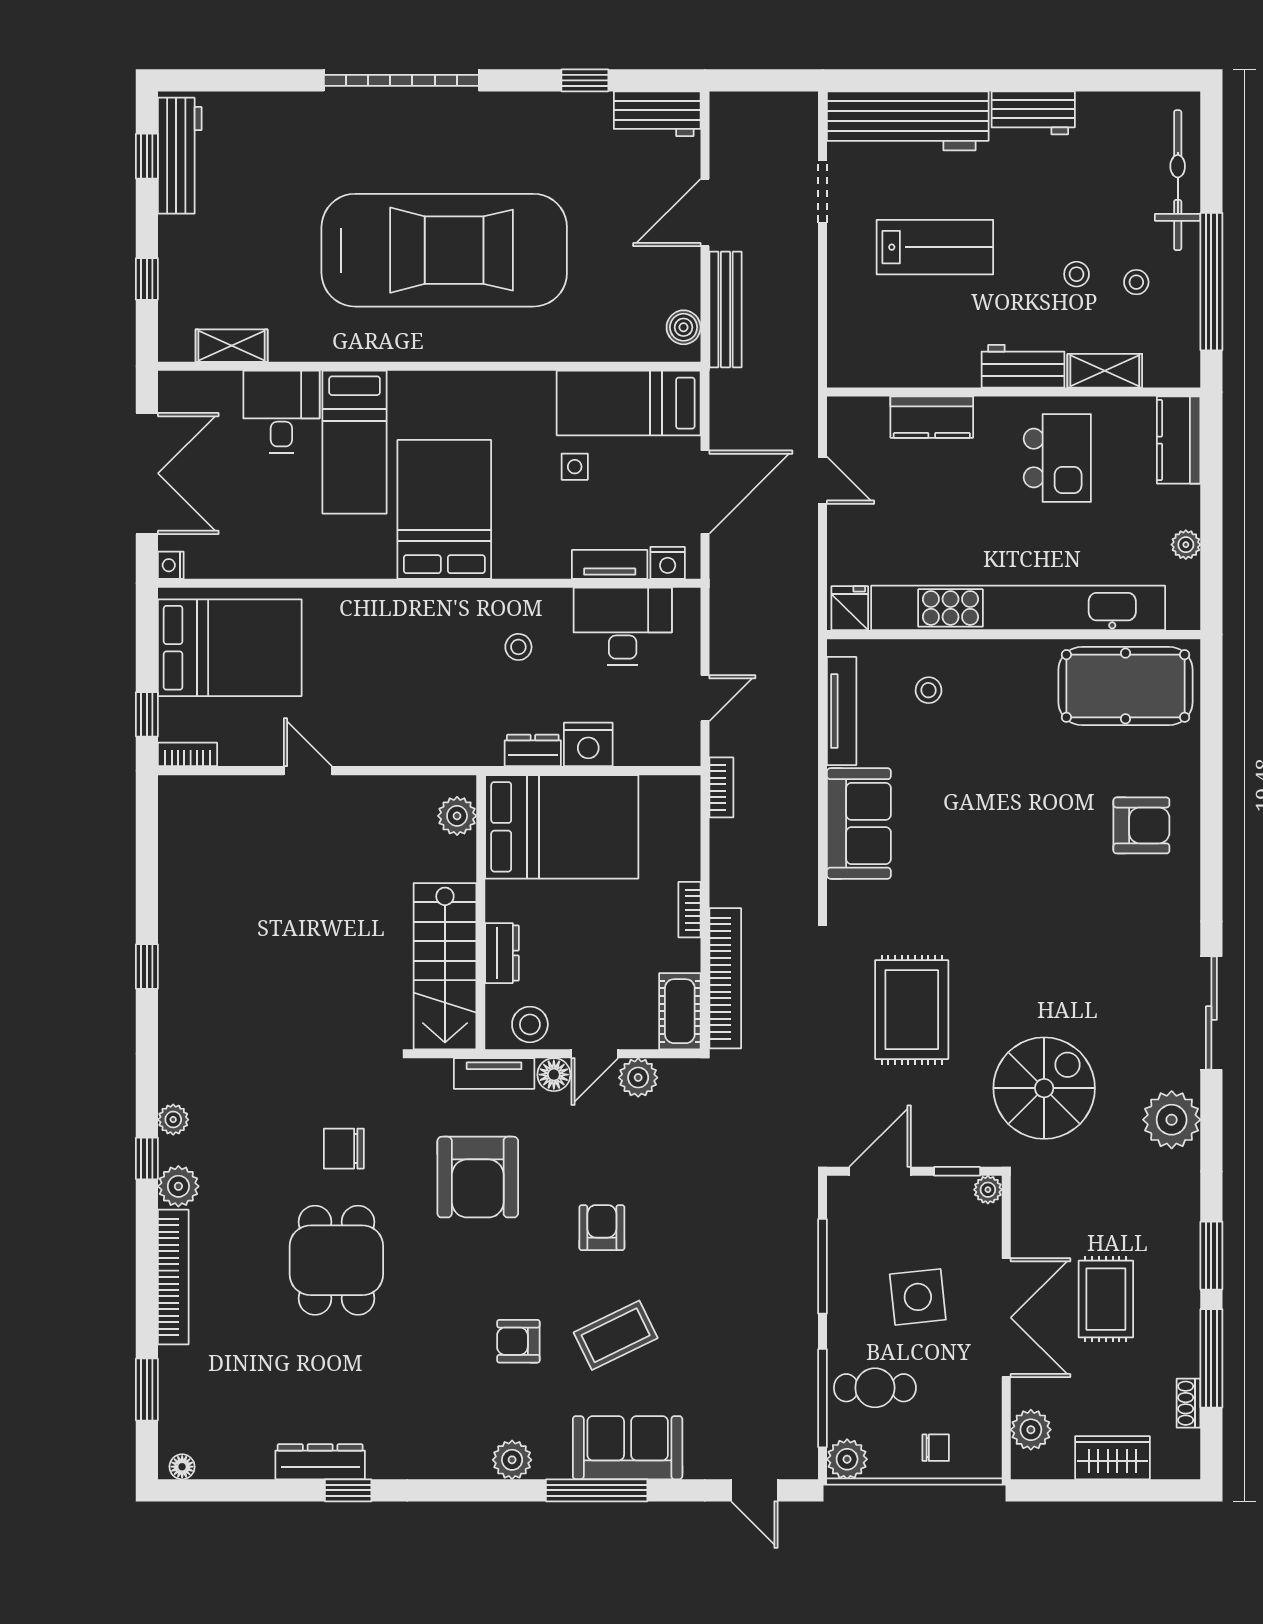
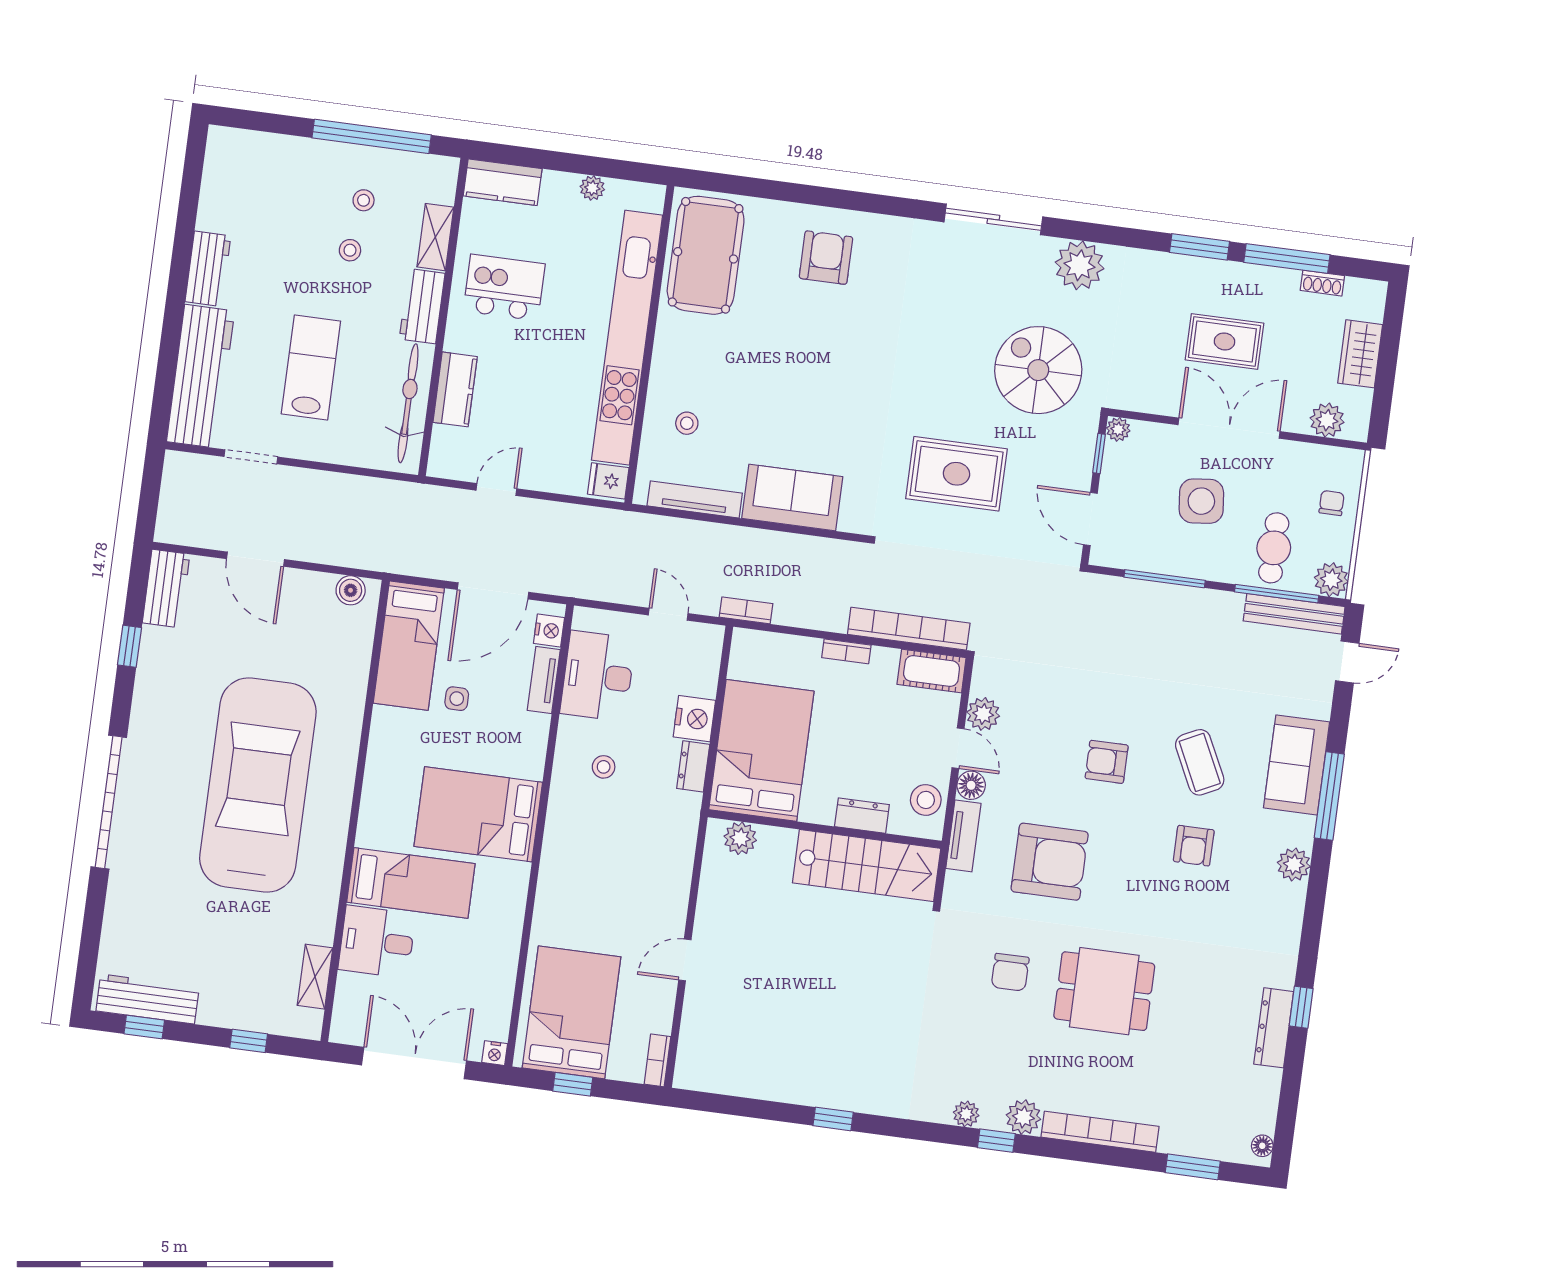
bicycle: (1178, 180) -> (408, 403), moved, turned 90
bench: (726, 310) -> (1294, 614), moved
door: (705, 492) -> (493, 591), swing flipped
window: (147, 714) -> (573, 1084), moved

